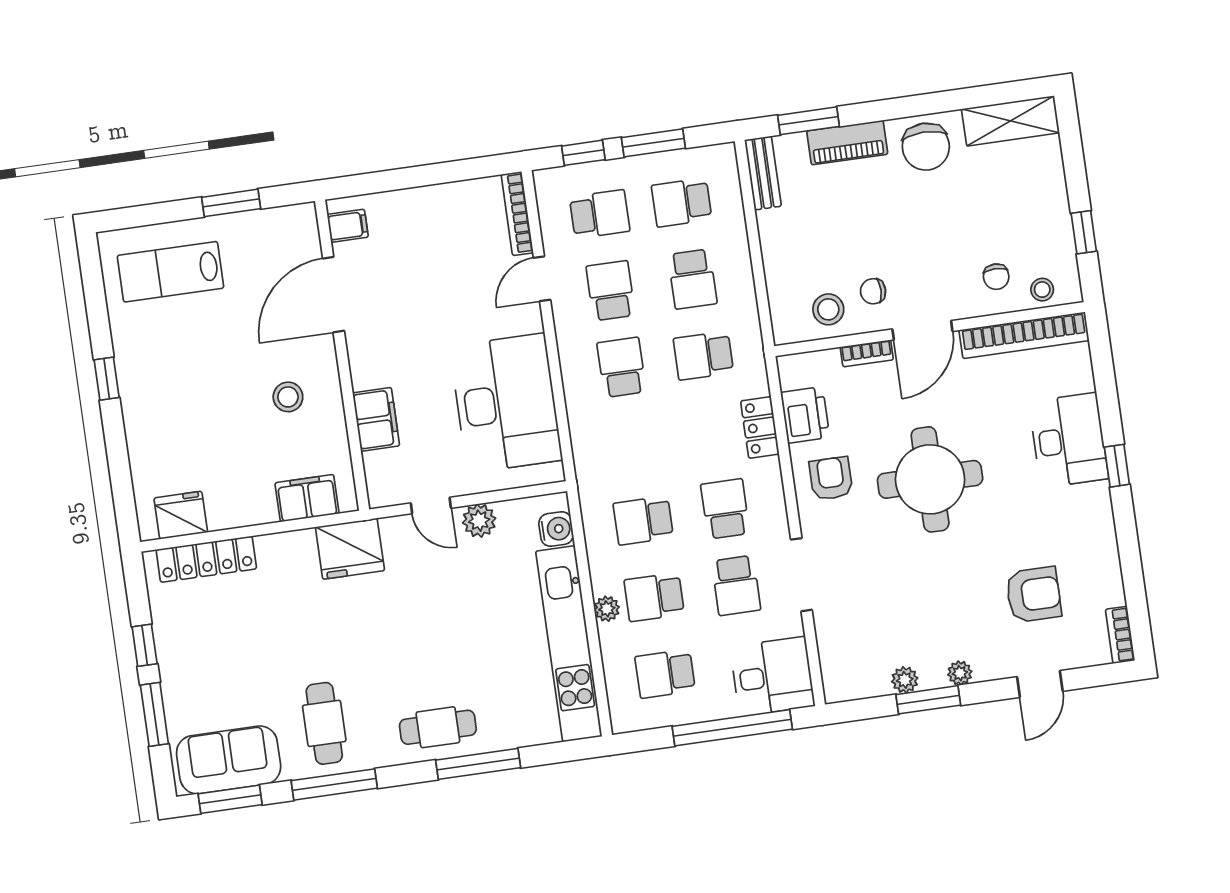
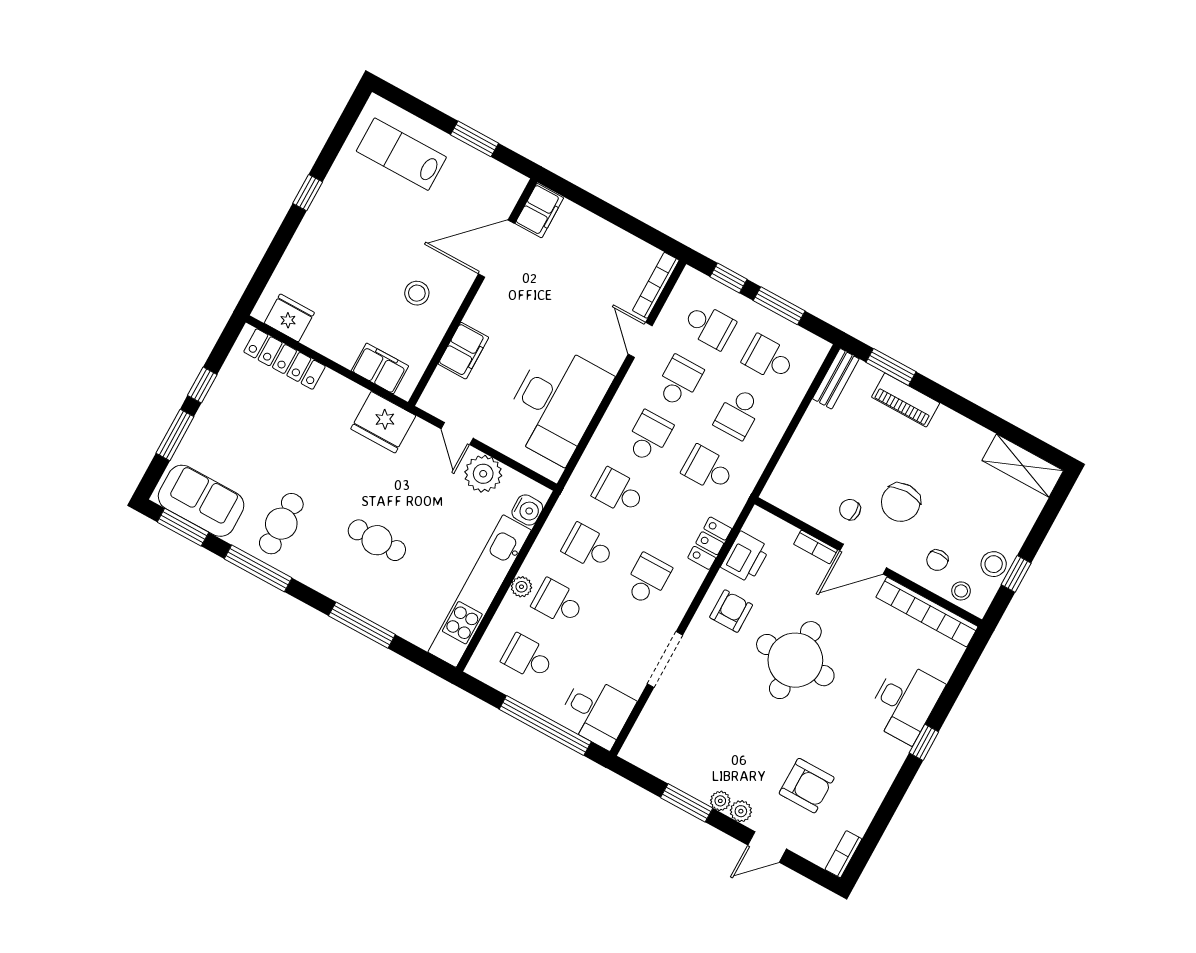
chair: (926, 147) -> (901, 502), moved
filing cabinet: (348, 226) -> (539, 211), width x2.00
door: (542, 279) -> (640, 340), hinge flipped
stool: (828, 309) -> (994, 564), moved
plant: (479, 521) -> (483, 474), width x1.36, depth x1.36
school desk: (736, 585) -> (619, 492), moved, turned 90
plant: (905, 680) -> (741, 811), moved
cafe table: (438, 727) -> (377, 540), moved

